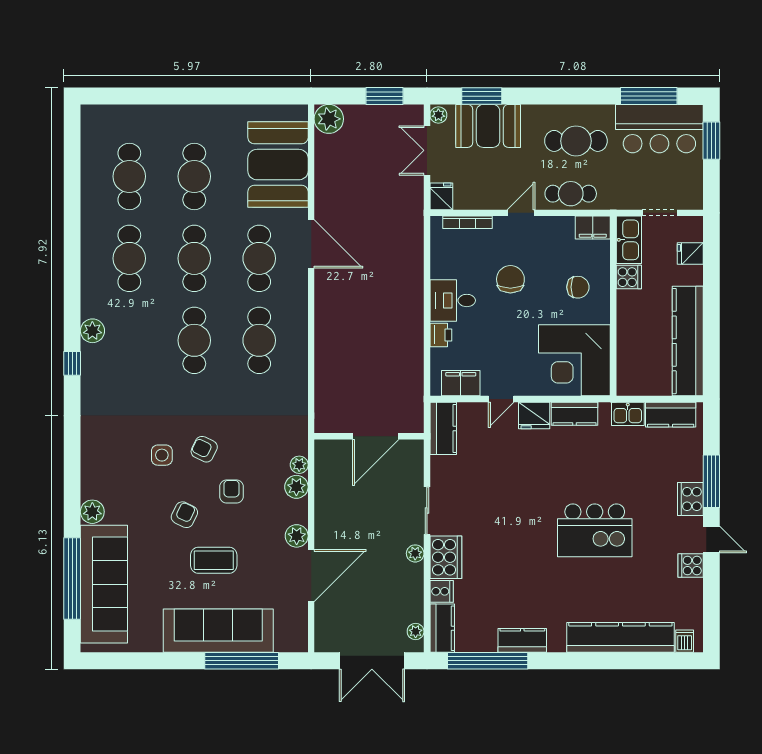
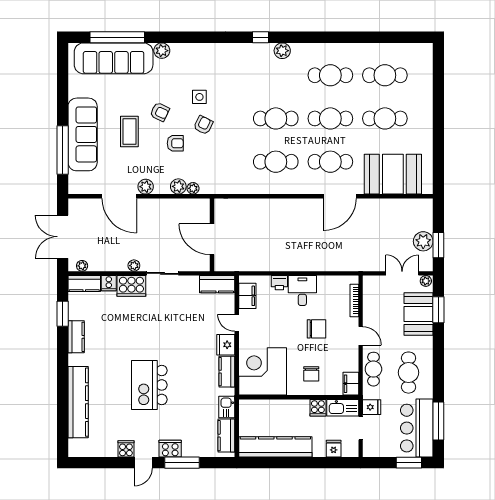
plant: (329, 119) -> (423, 241), moved
fridge: (441, 196) -> (372, 407), moved
dishwasher: (685, 641) -> (76, 445), removed
window: (488, 661) -> (63, 314), width x0.47

